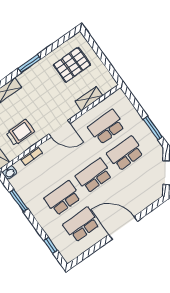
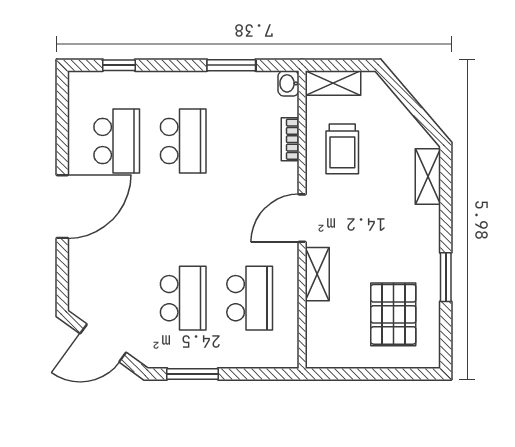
window: (29, 64) -> (446, 277), moved
shelving: (89, 99) -> (317, 274), moved
school desk: (94, 176) -> (183, 220), removed

